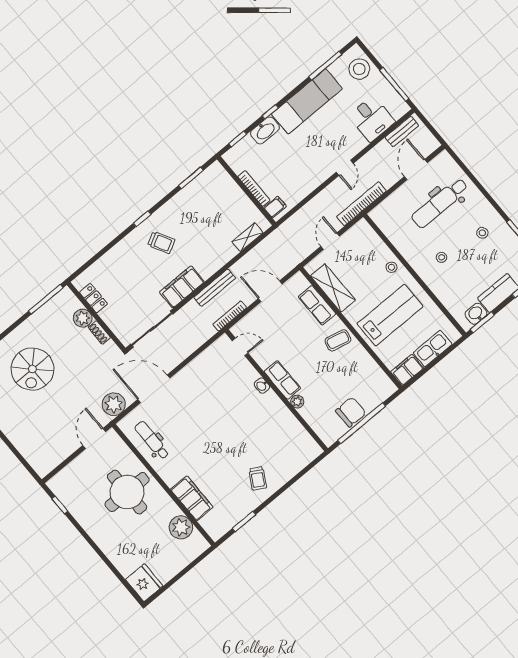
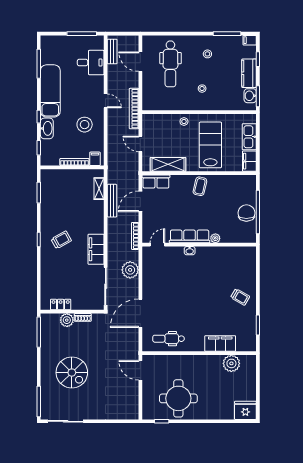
stool: (359, 69) -> (85, 125), moved
bench: (215, 288) -> (112, 201), moved
row of seats: (317, 305) -> (156, 182), moved
row of seats: (282, 380) -> (190, 236), width x1.48
plant: (114, 404) -> (130, 270), moved
round table: (127, 492) -> (178, 398), moved

